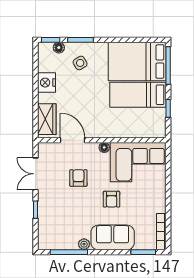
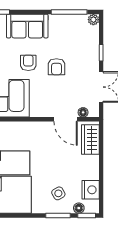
nightstand: (46, 83) -> (91, 190), moved
floor lamp: (104, 147) -> (83, 112), moved
armchair: (78, 178) -> (56, 67), moved
plant: (84, 244) -> (93, 20), moved

